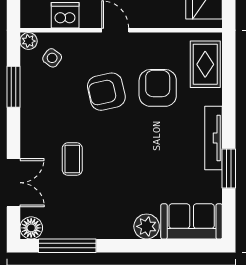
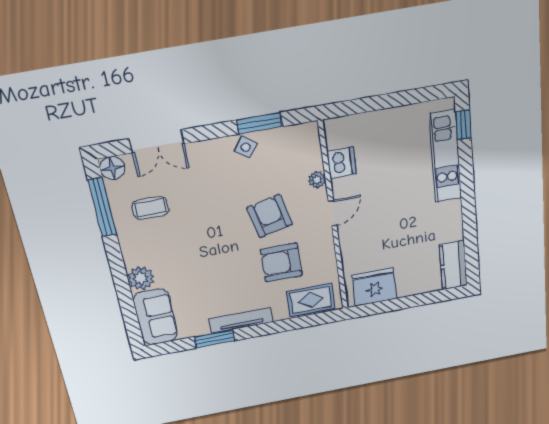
plant: (29, 41) -> (317, 180), moved
side table: (52, 58) -> (246, 147), moved
armchair: (158, 88) -> (281, 263), turned 180
coffee table: (72, 159) -> (150, 208), moved

